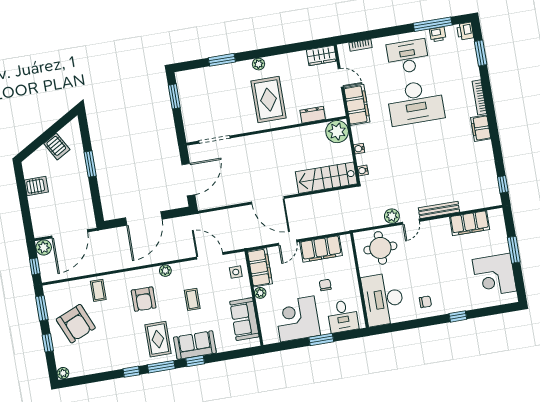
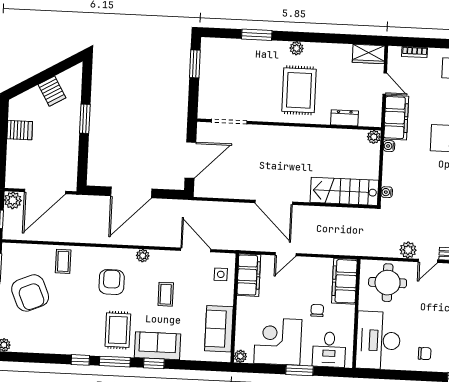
plant: (337, 132) -> (374, 137), width x0.53, depth x0.53
water cooler: (359, 149) -> (389, 146), moved
filing cabinet: (321, 249) -> (344, 281), moved, turned 90
plant: (260, 293) -> (240, 356), moved
armchair: (144, 299) -> (112, 282), turned 180

